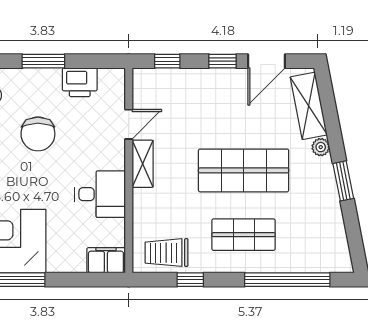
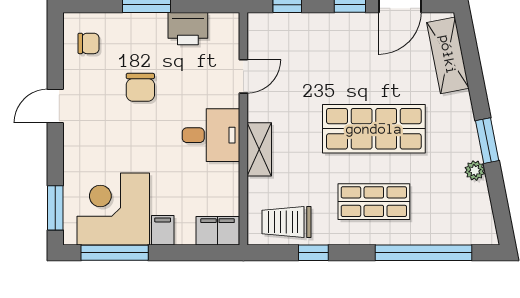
chair: (38, 134) -> (140, 87), width x0.73, depth x0.73
plant: (321, 147) -> (475, 171), moved
shelving: (143, 164) -> (259, 149), moved
desk: (100, 194) -> (211, 135), moved
filing cabinet: (58, 260) -> (163, 230), added

